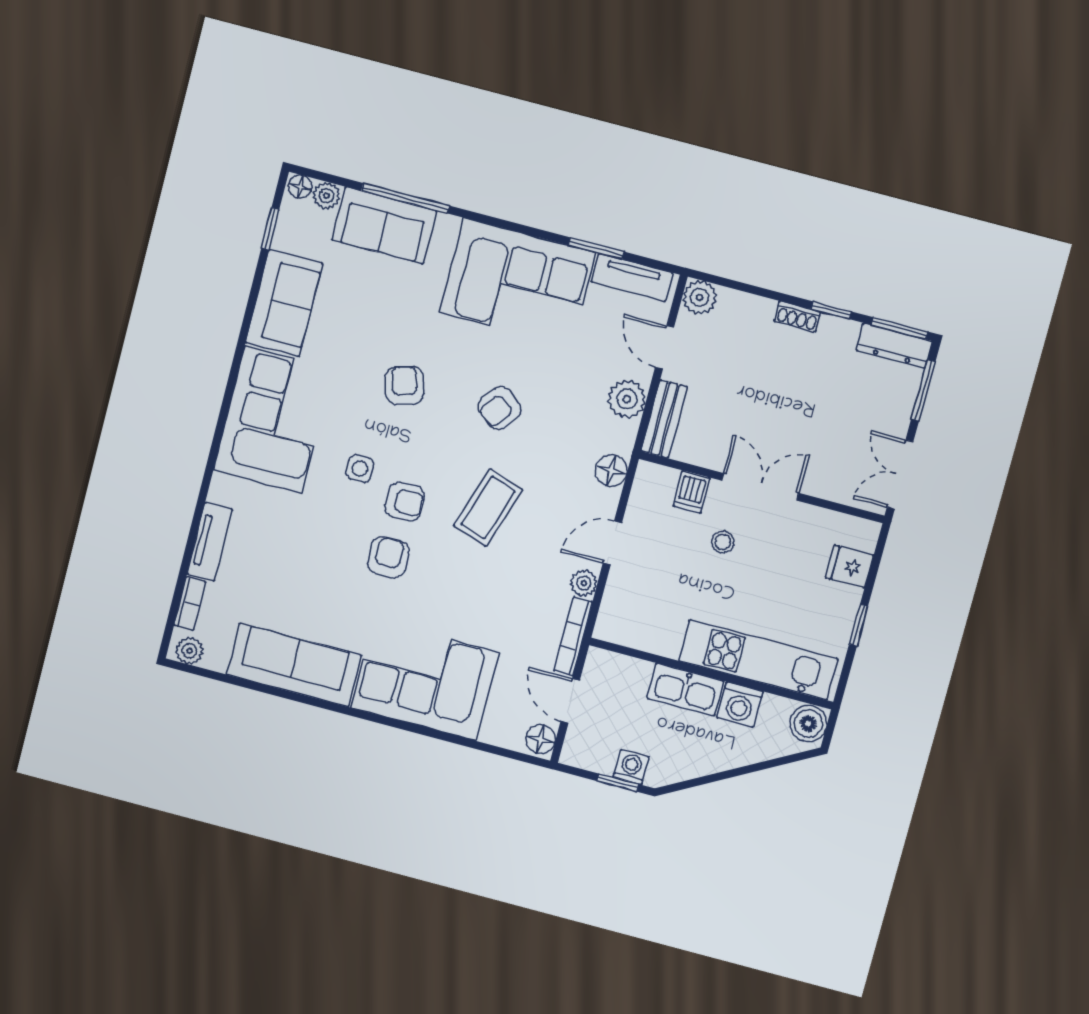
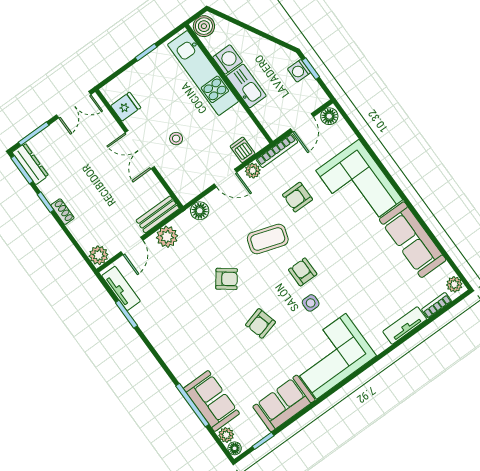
corner sofa: (518, 283) -> (173, 328), removed
dishwasher: (692, 492) -> (243, 150), moved, turned -90
armchair: (388, 557) -> (297, 197), moved
fridge: (849, 567) -> (126, 107), moved, turned -90

